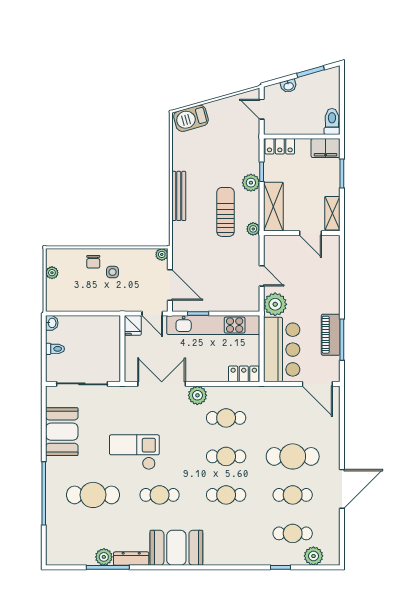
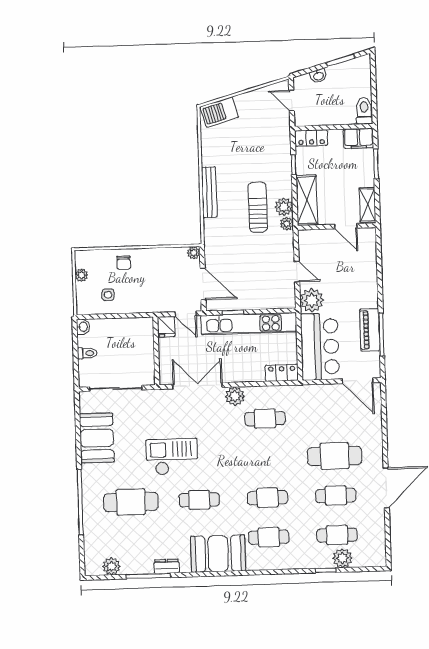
plant: (251, 183) -> (284, 207), moved
side table: (112, 272) -> (108, 295), moved
cafe table: (226, 456) -> (269, 537), moved
plant: (313, 556) -> (342, 558), moved
plant: (104, 557) -> (111, 566), moved
dresser: (131, 559) -> (167, 566), width x0.70

